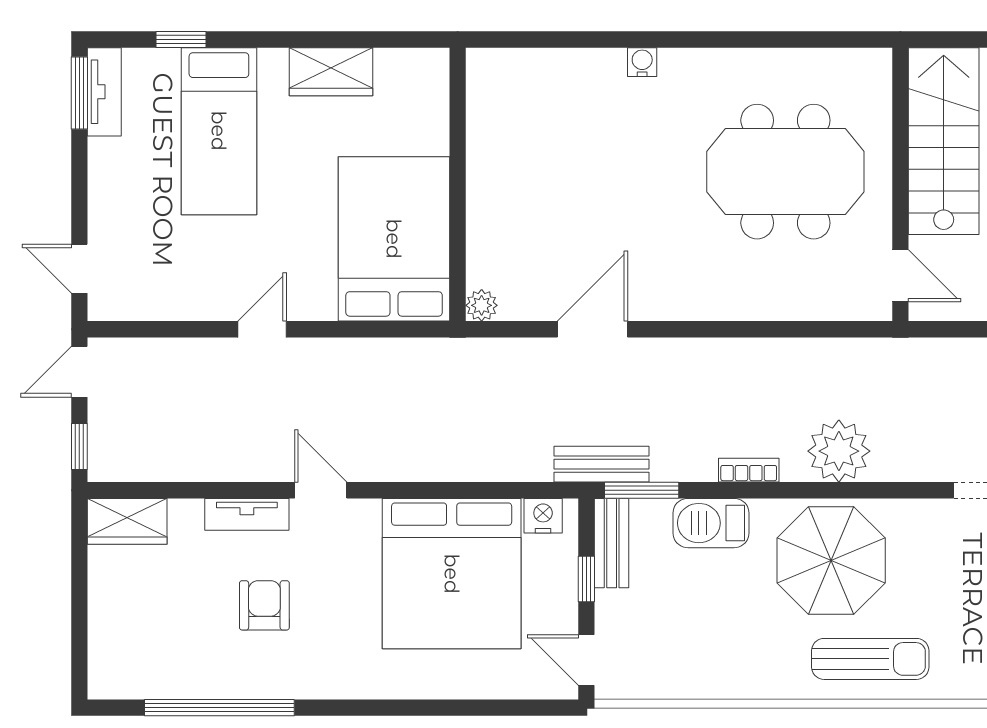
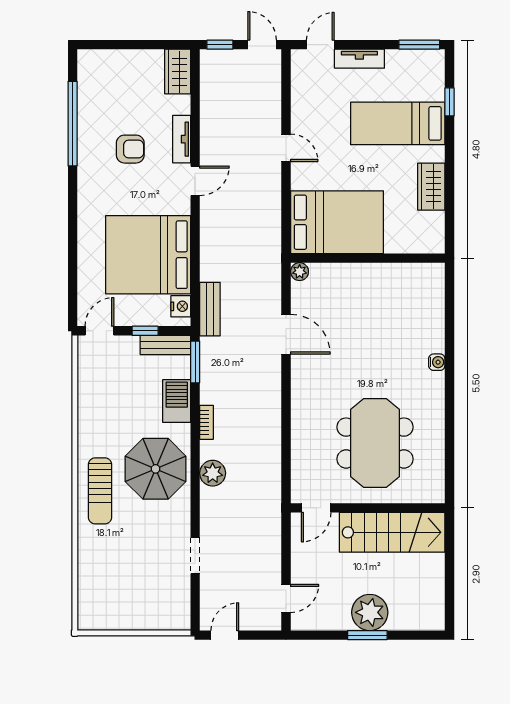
tv unit: (104, 92) -> (359, 59), moved
plant: (839, 451) -> (213, 473), width x0.73, depth x0.73
bench: (602, 464) -> (210, 309), moved

